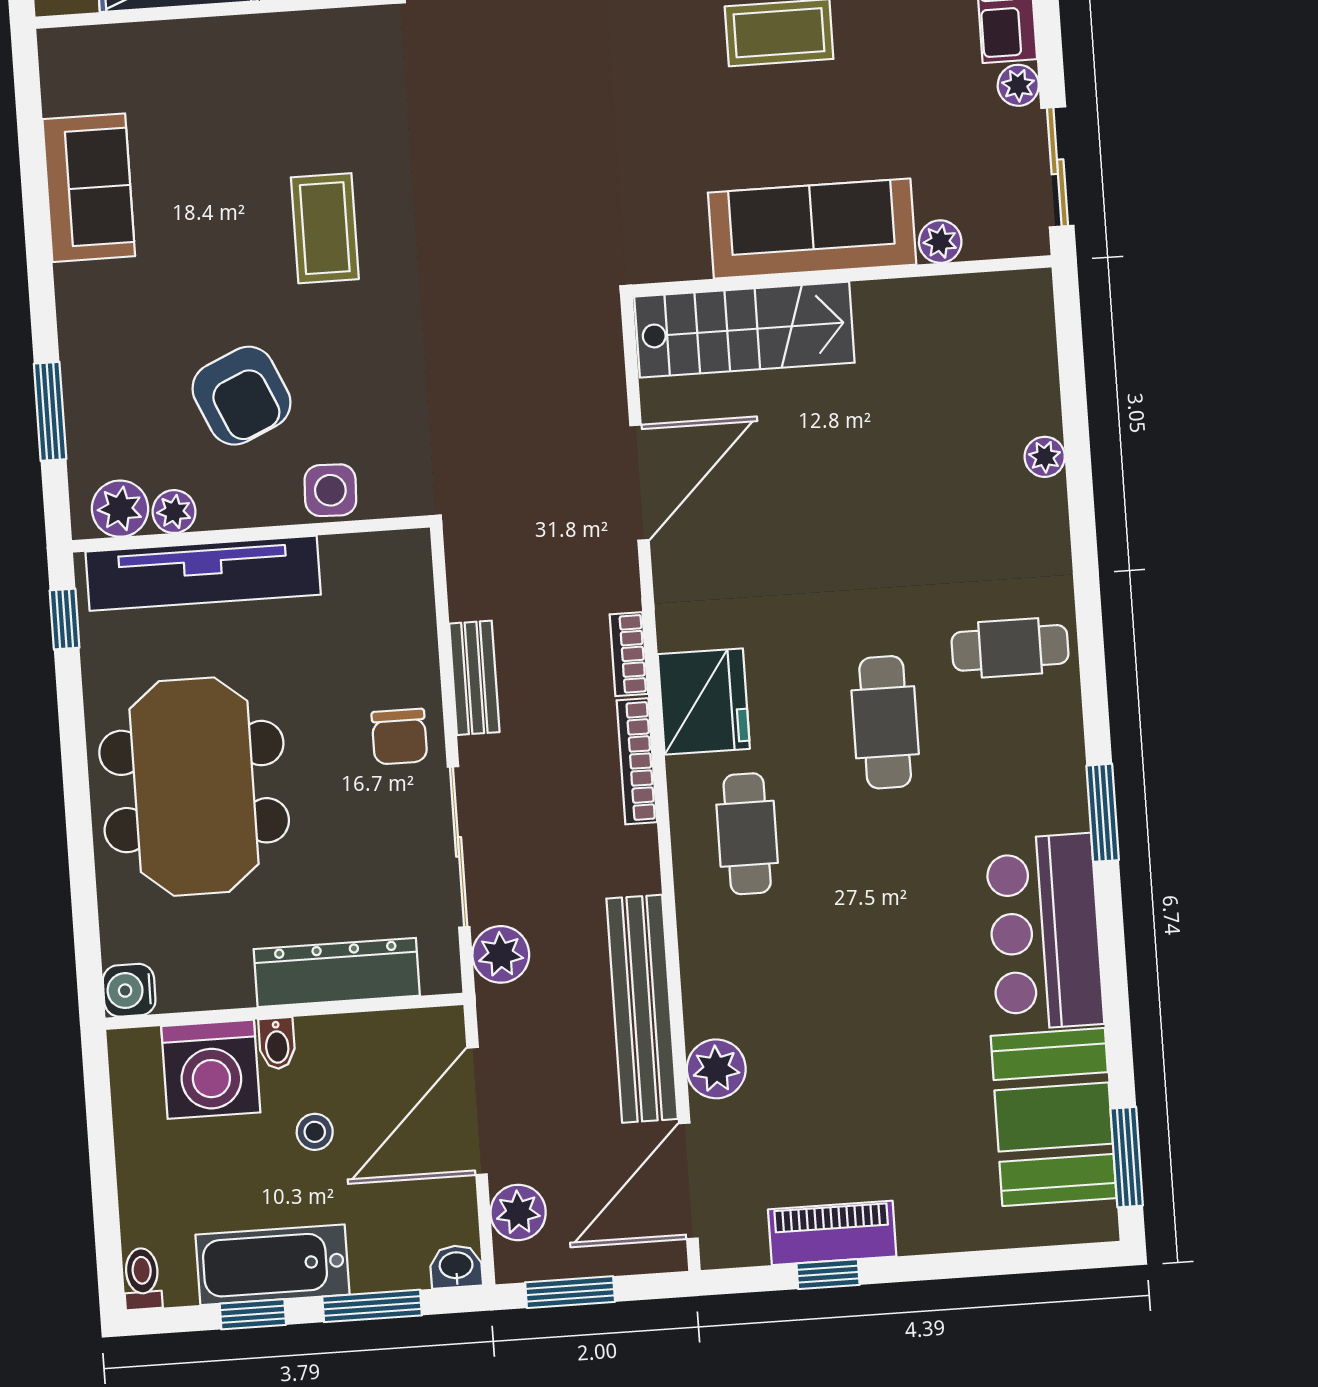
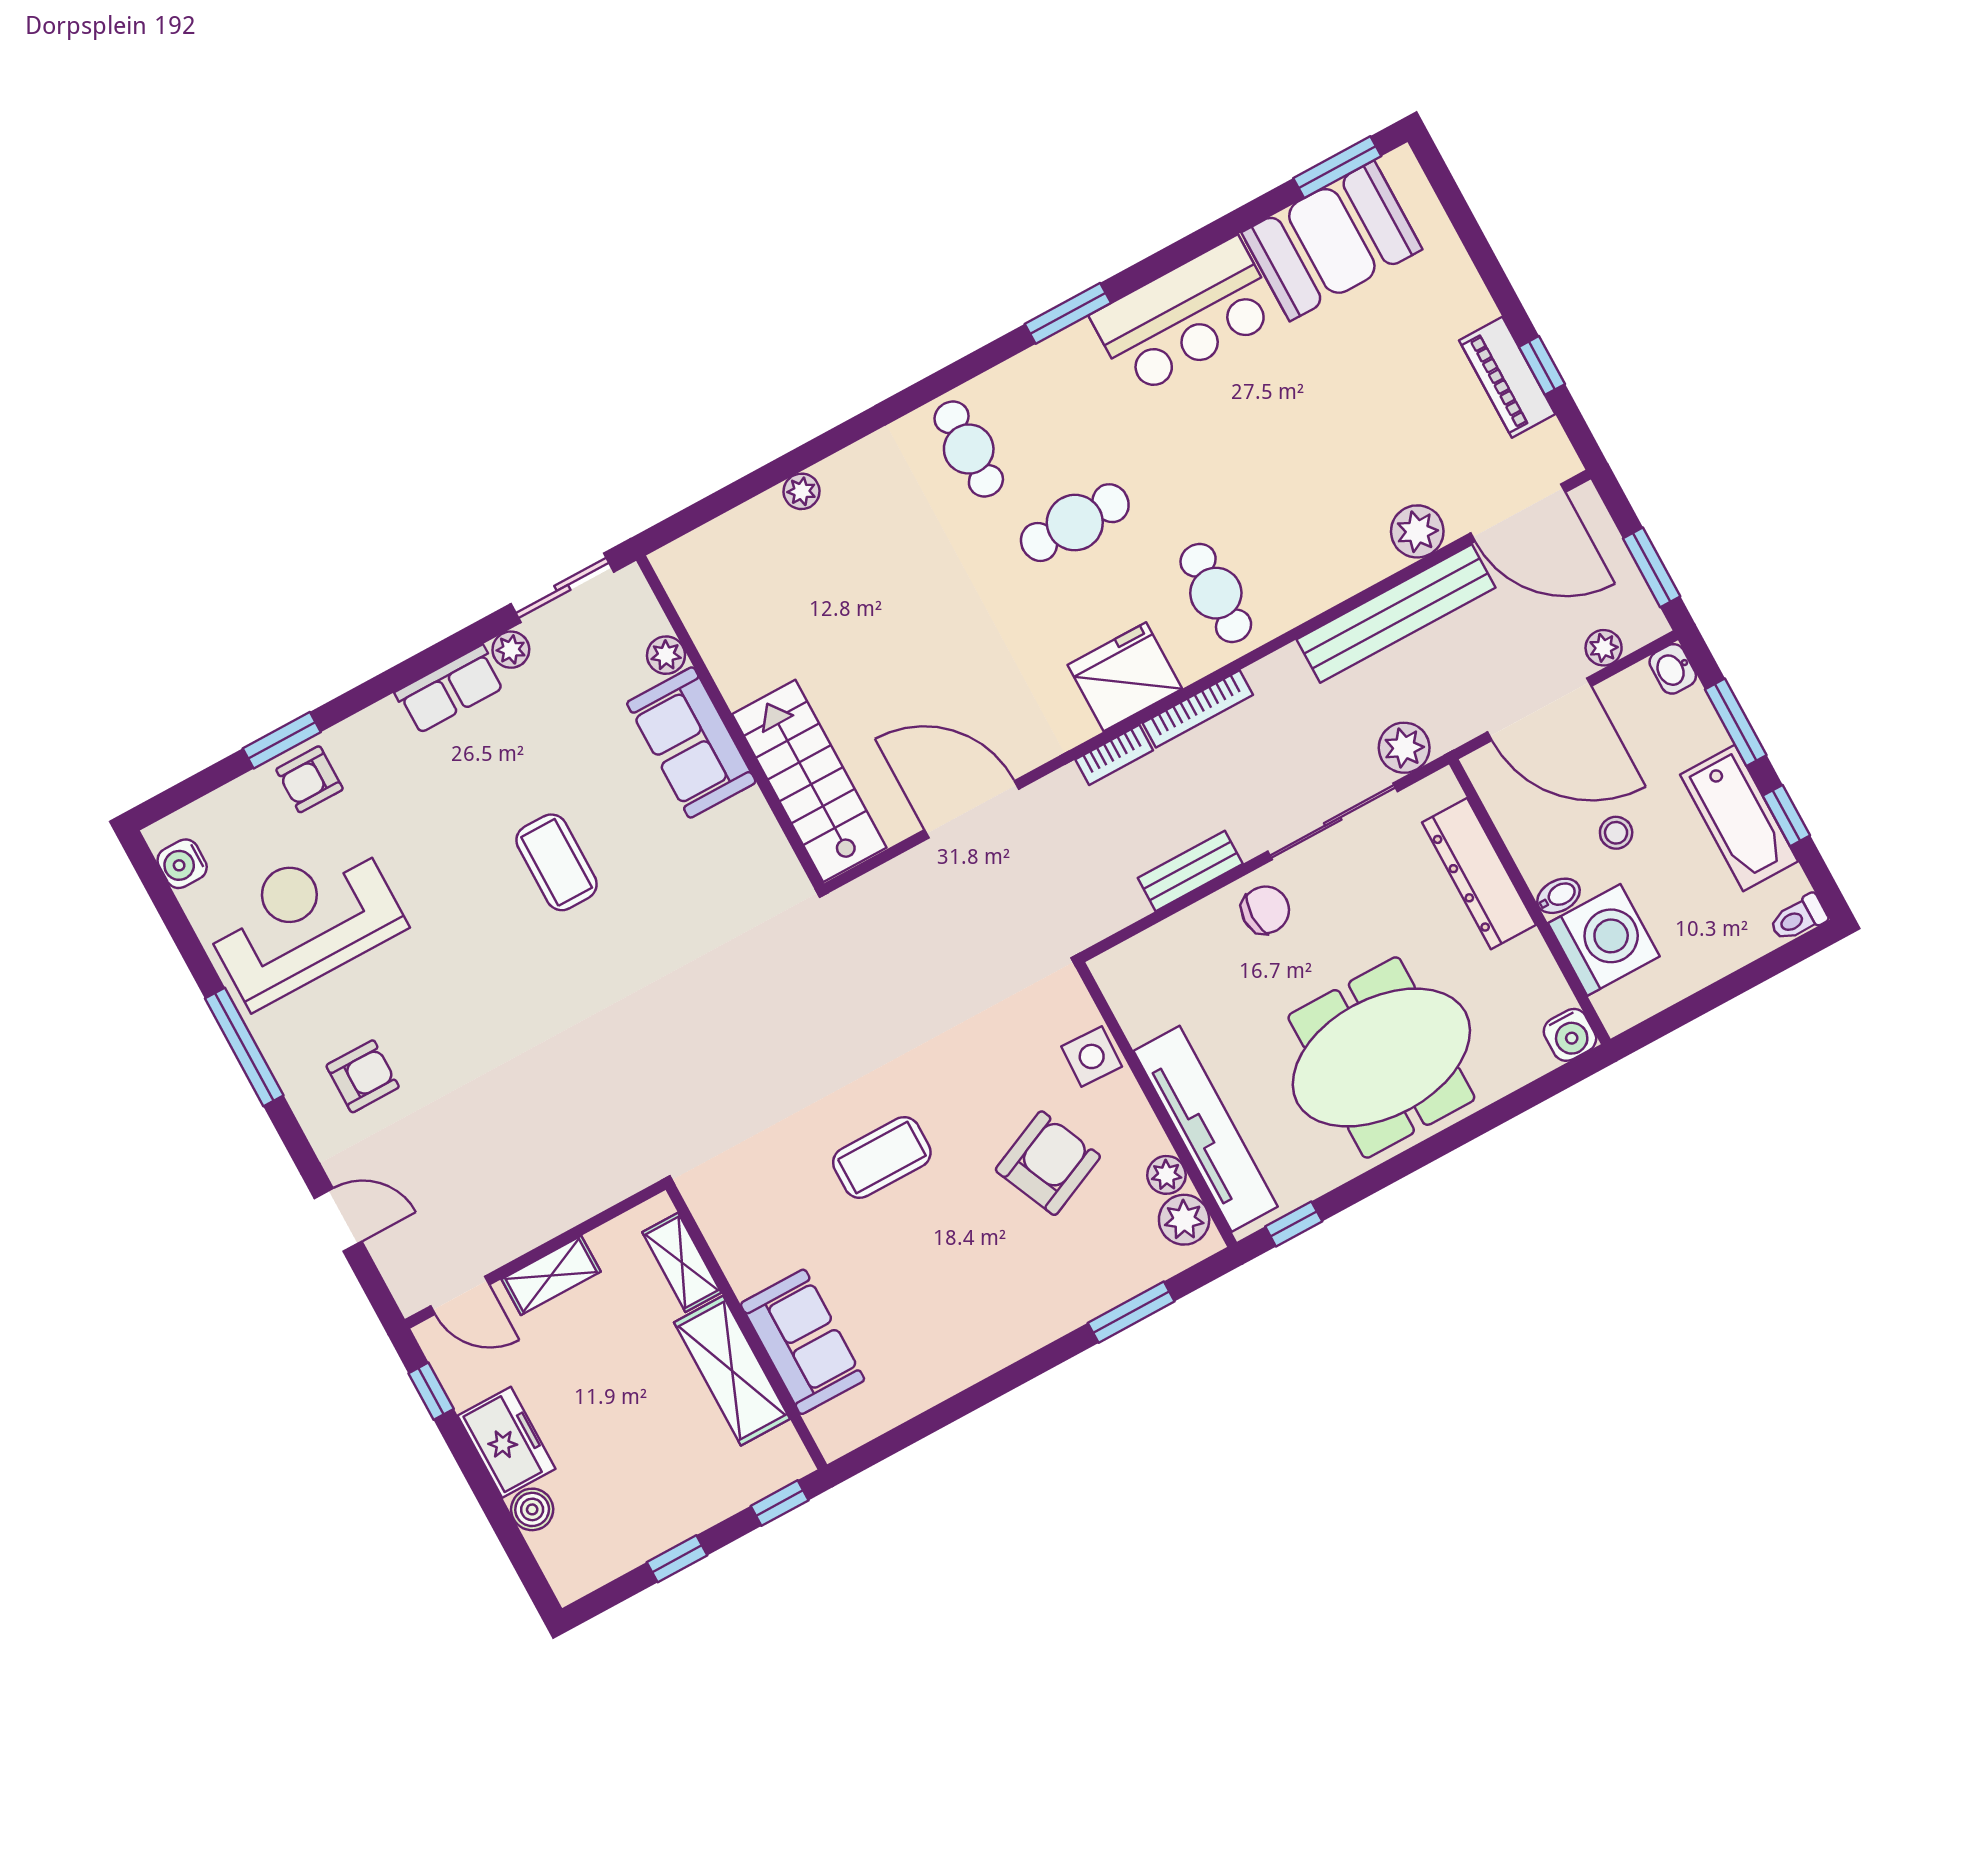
sofa: (89, 188) -> (803, 1342), moved, turned 90
sofa: (812, 229) -> (691, 742), width x0.73
cafe table: (747, 834) -> (1216, 593), turned 90
plant: (518, 1212) -> (1604, 648), width x0.73, depth x0.73

